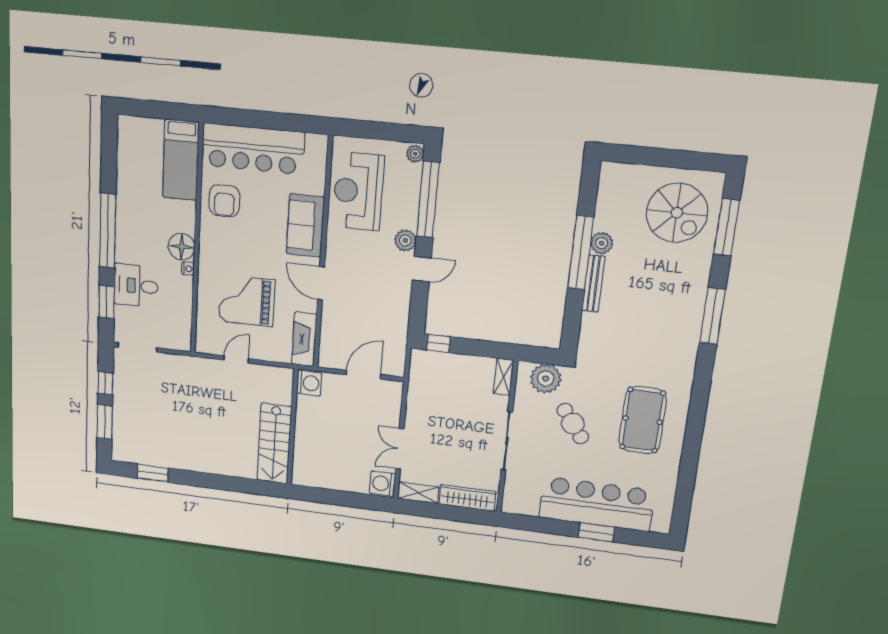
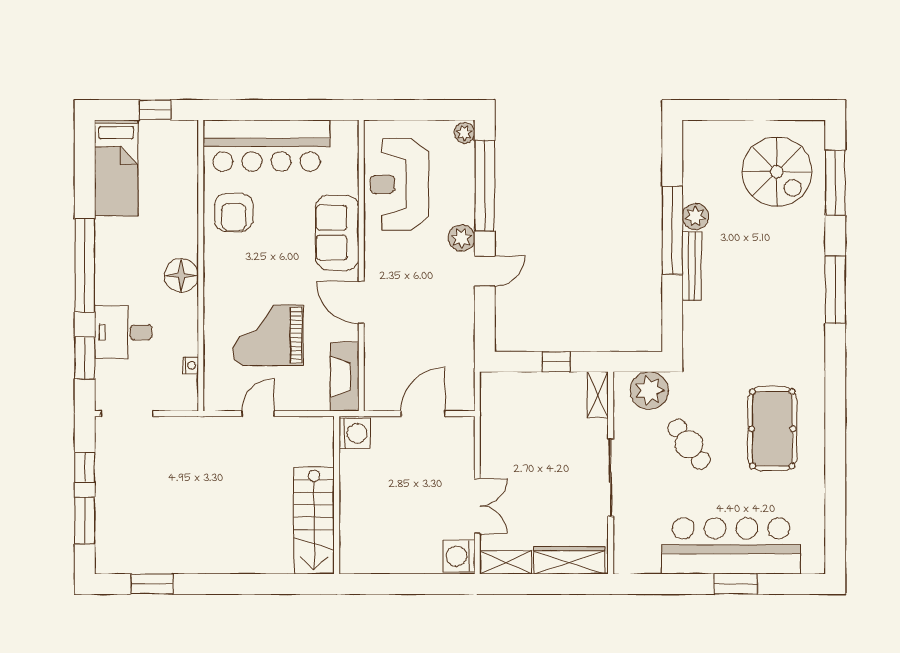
window: (165, 110) -> (155, 110), added
bed: (181, 160) -> (116, 168), moved
nightstand: (188, 269) -> (190, 365), moved
window: (438, 343) -> (556, 362), moved
double door: (400, 449) -> (477, 506), swing flipped

